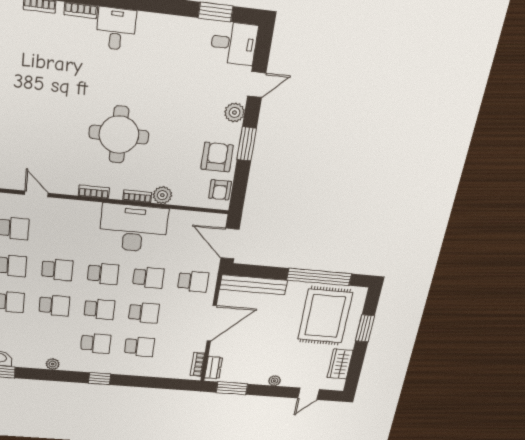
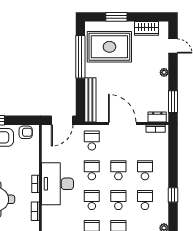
plant: (162, 195) -> (33, 168), removed

